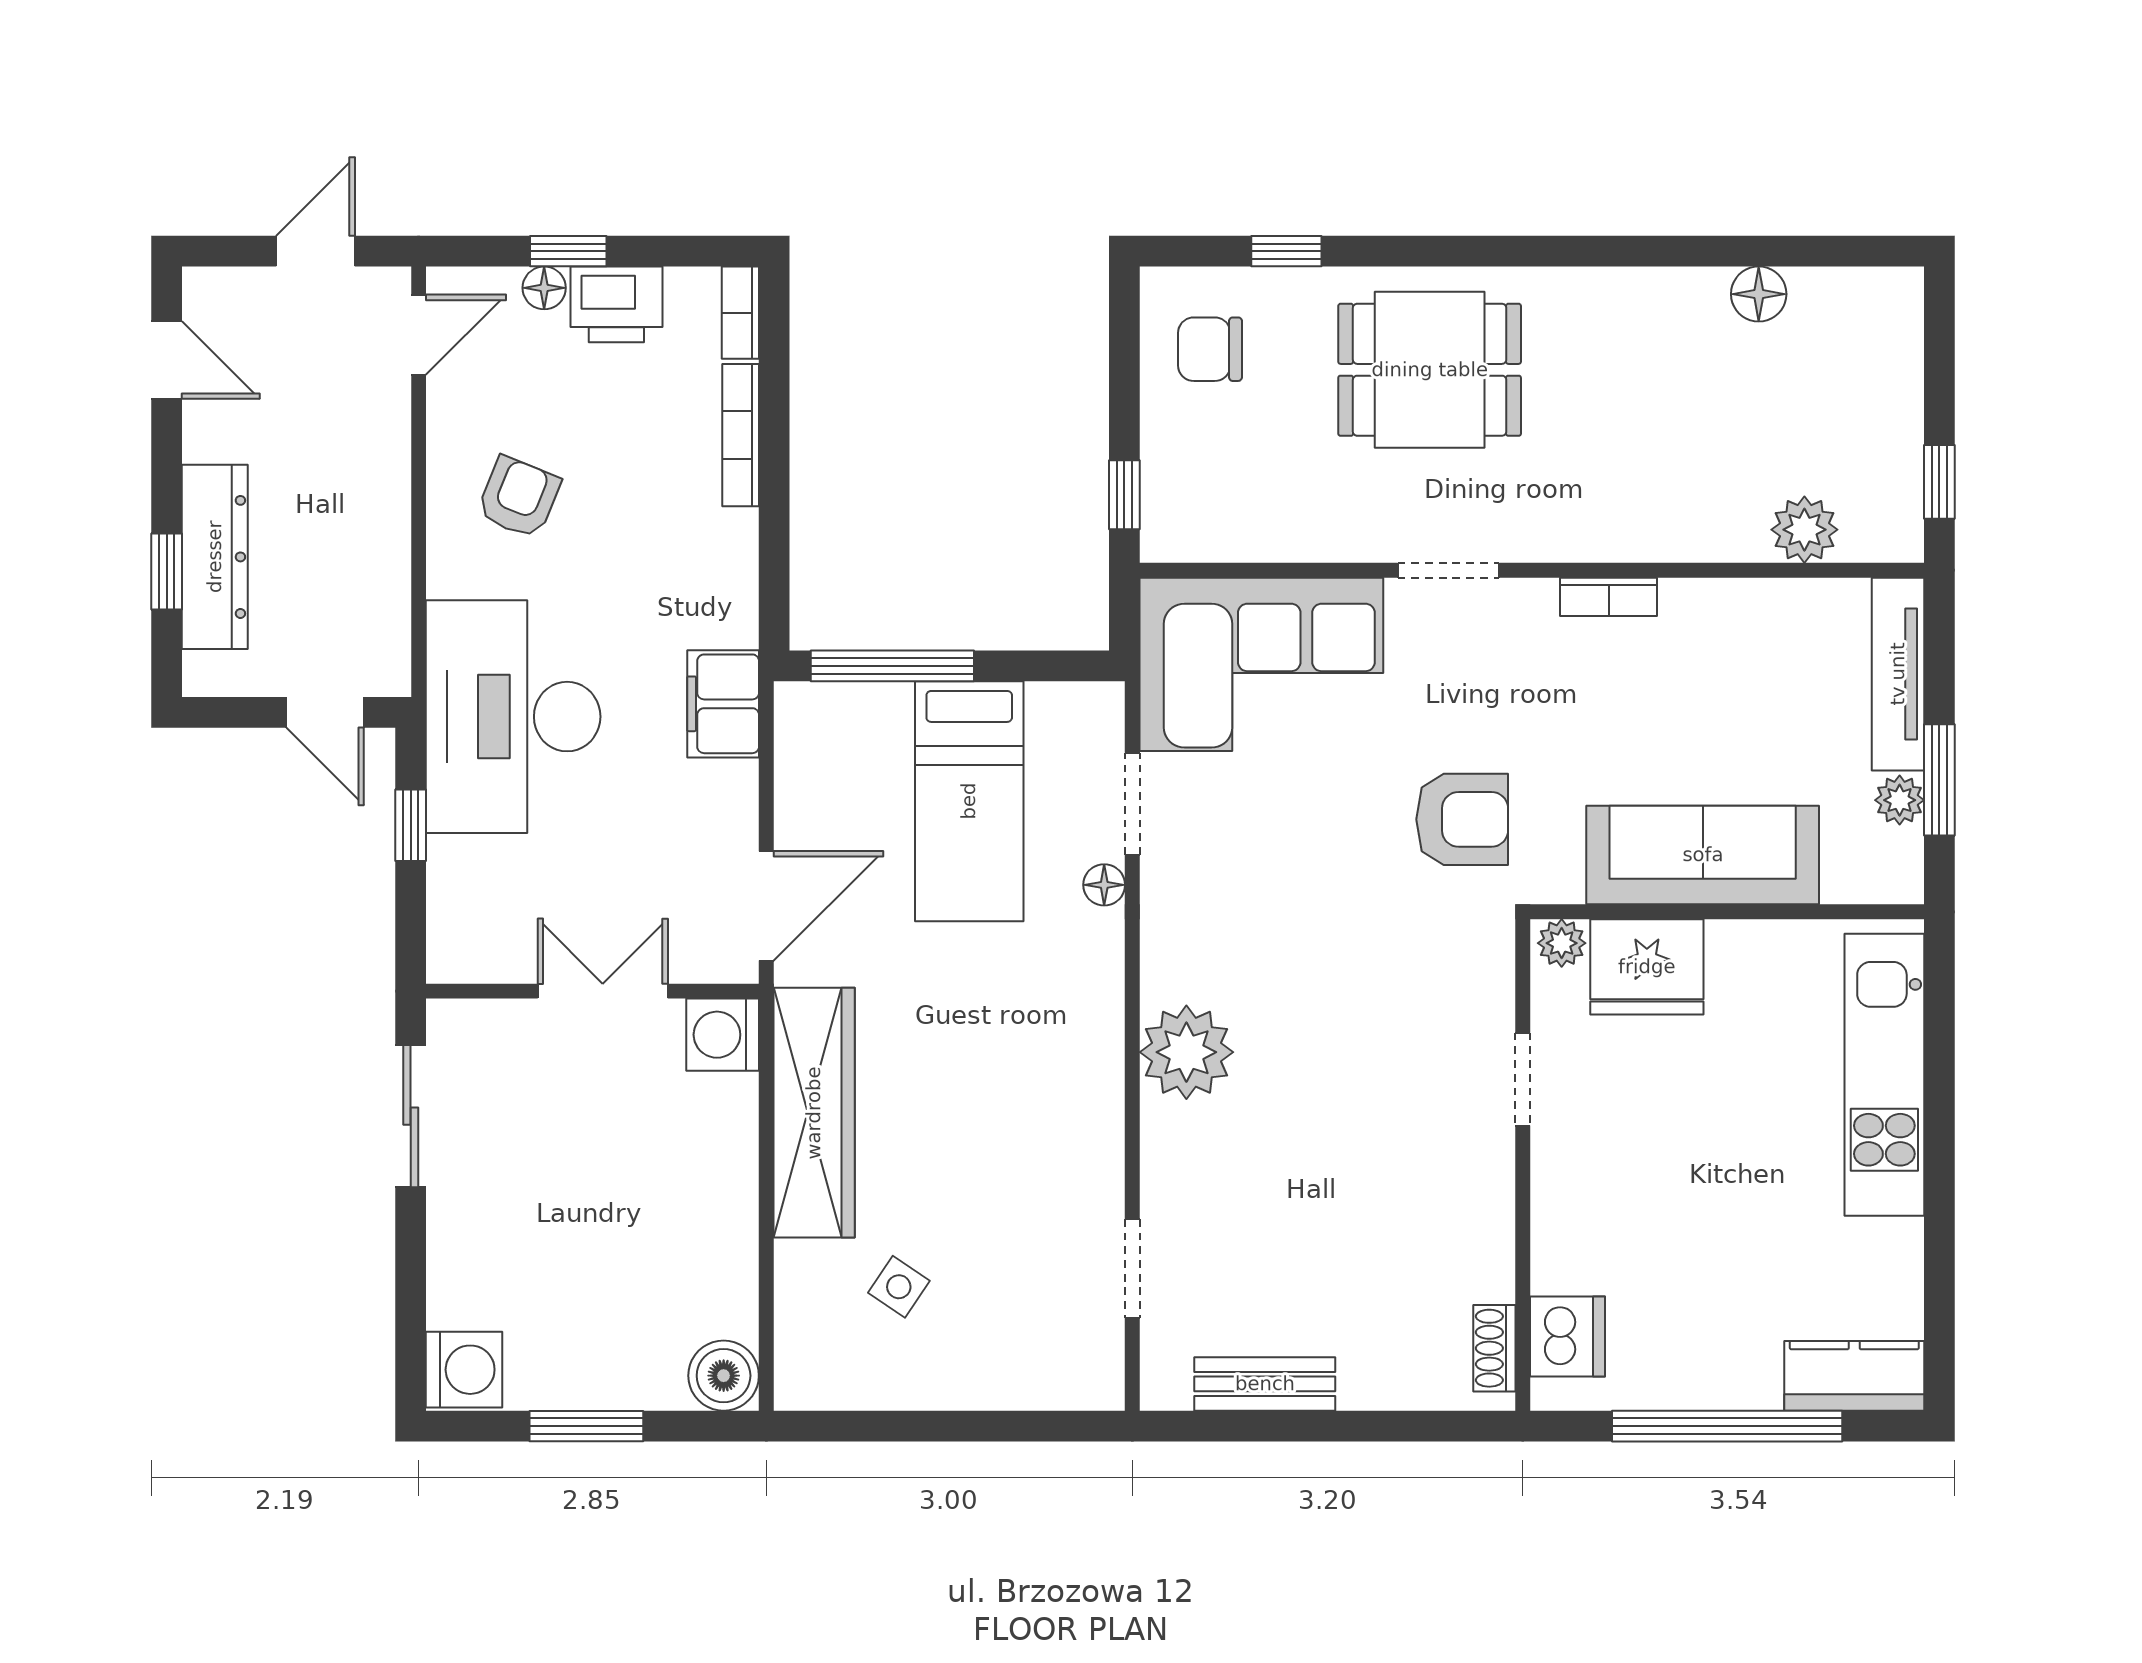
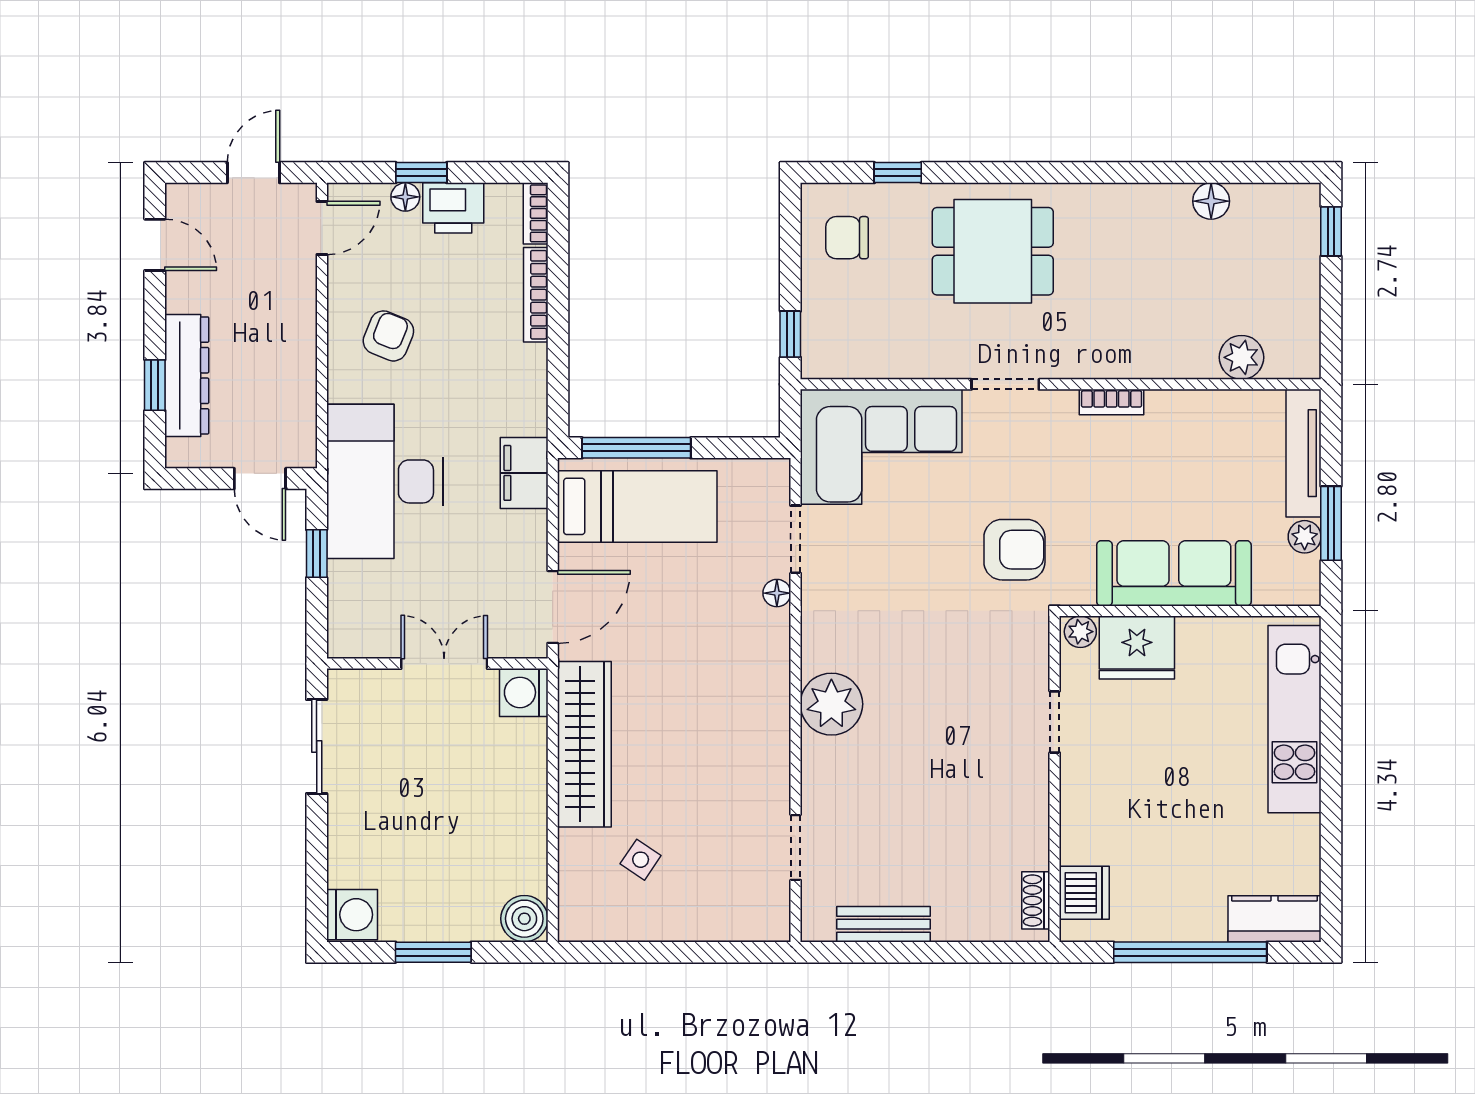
window: (1939, 482) -> (1331, 231), moved
bed: (969, 801) -> (637, 506), moved, turned -90

